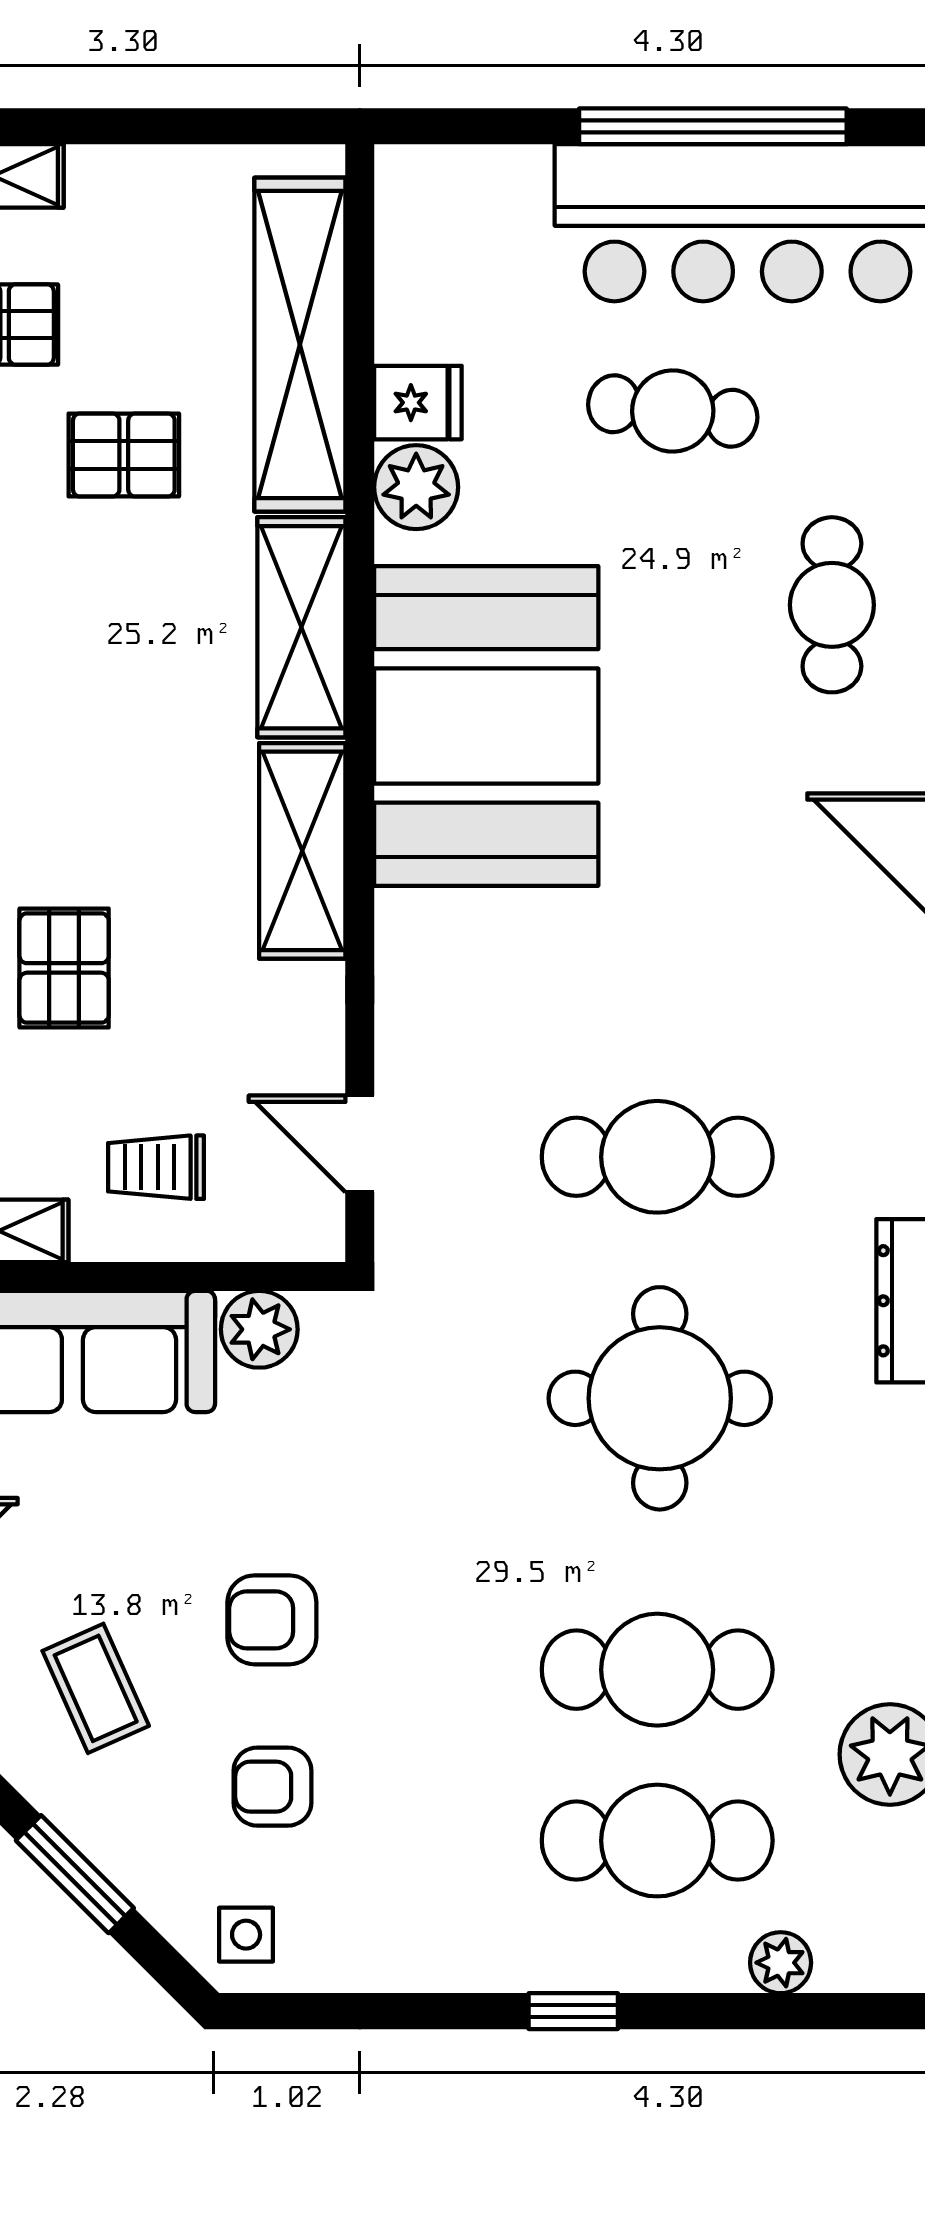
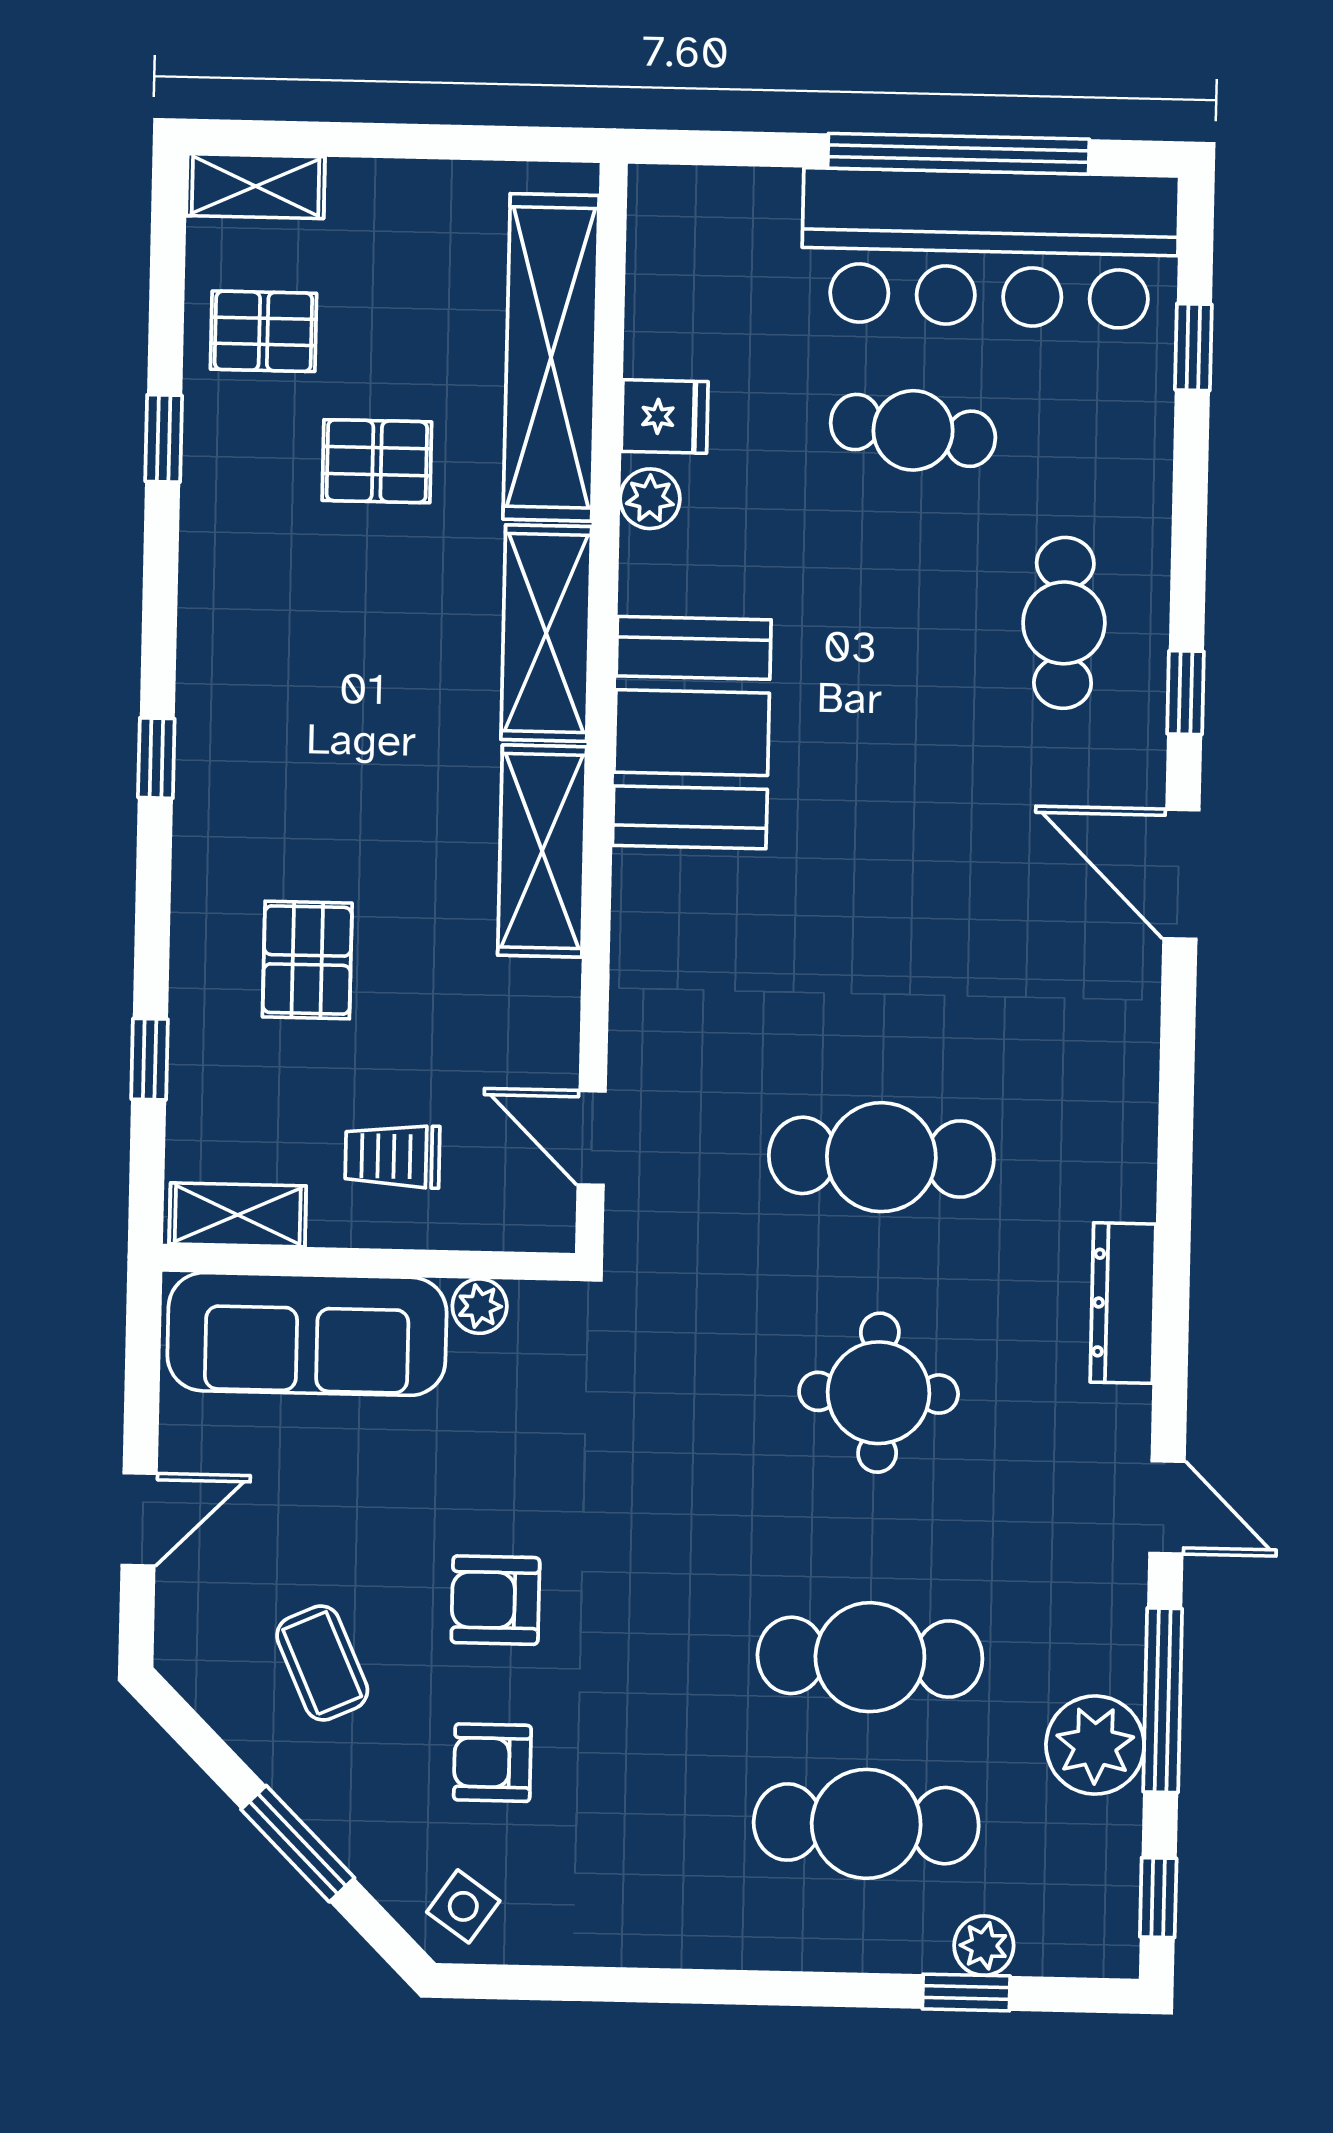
plant: (416, 487) -> (650, 499), width x0.73, depth x0.73
booth: (486, 726) -> (692, 733), width x0.73, depth x0.70
plant: (259, 1329) -> (480, 1306), width x0.73, depth x0.73
round table: (660, 1398) -> (879, 1393), width x0.73, depth x0.73
side table: (246, 1935) -> (463, 1906), turned 35
window: (573, 2011) -> (966, 1992), moved

